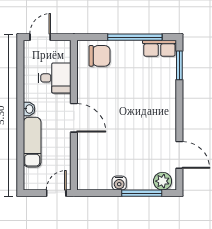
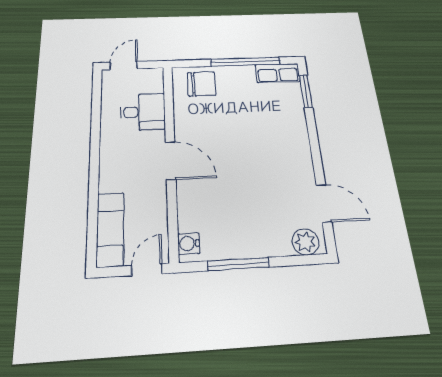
washbasin: (29, 109) -> (107, 152), removed
exam couch: (32, 142) -> (110, 229), moved
water cooler: (119, 183) -> (189, 244), moved, turned 90
window: (142, 193) -> (238, 264), moved

